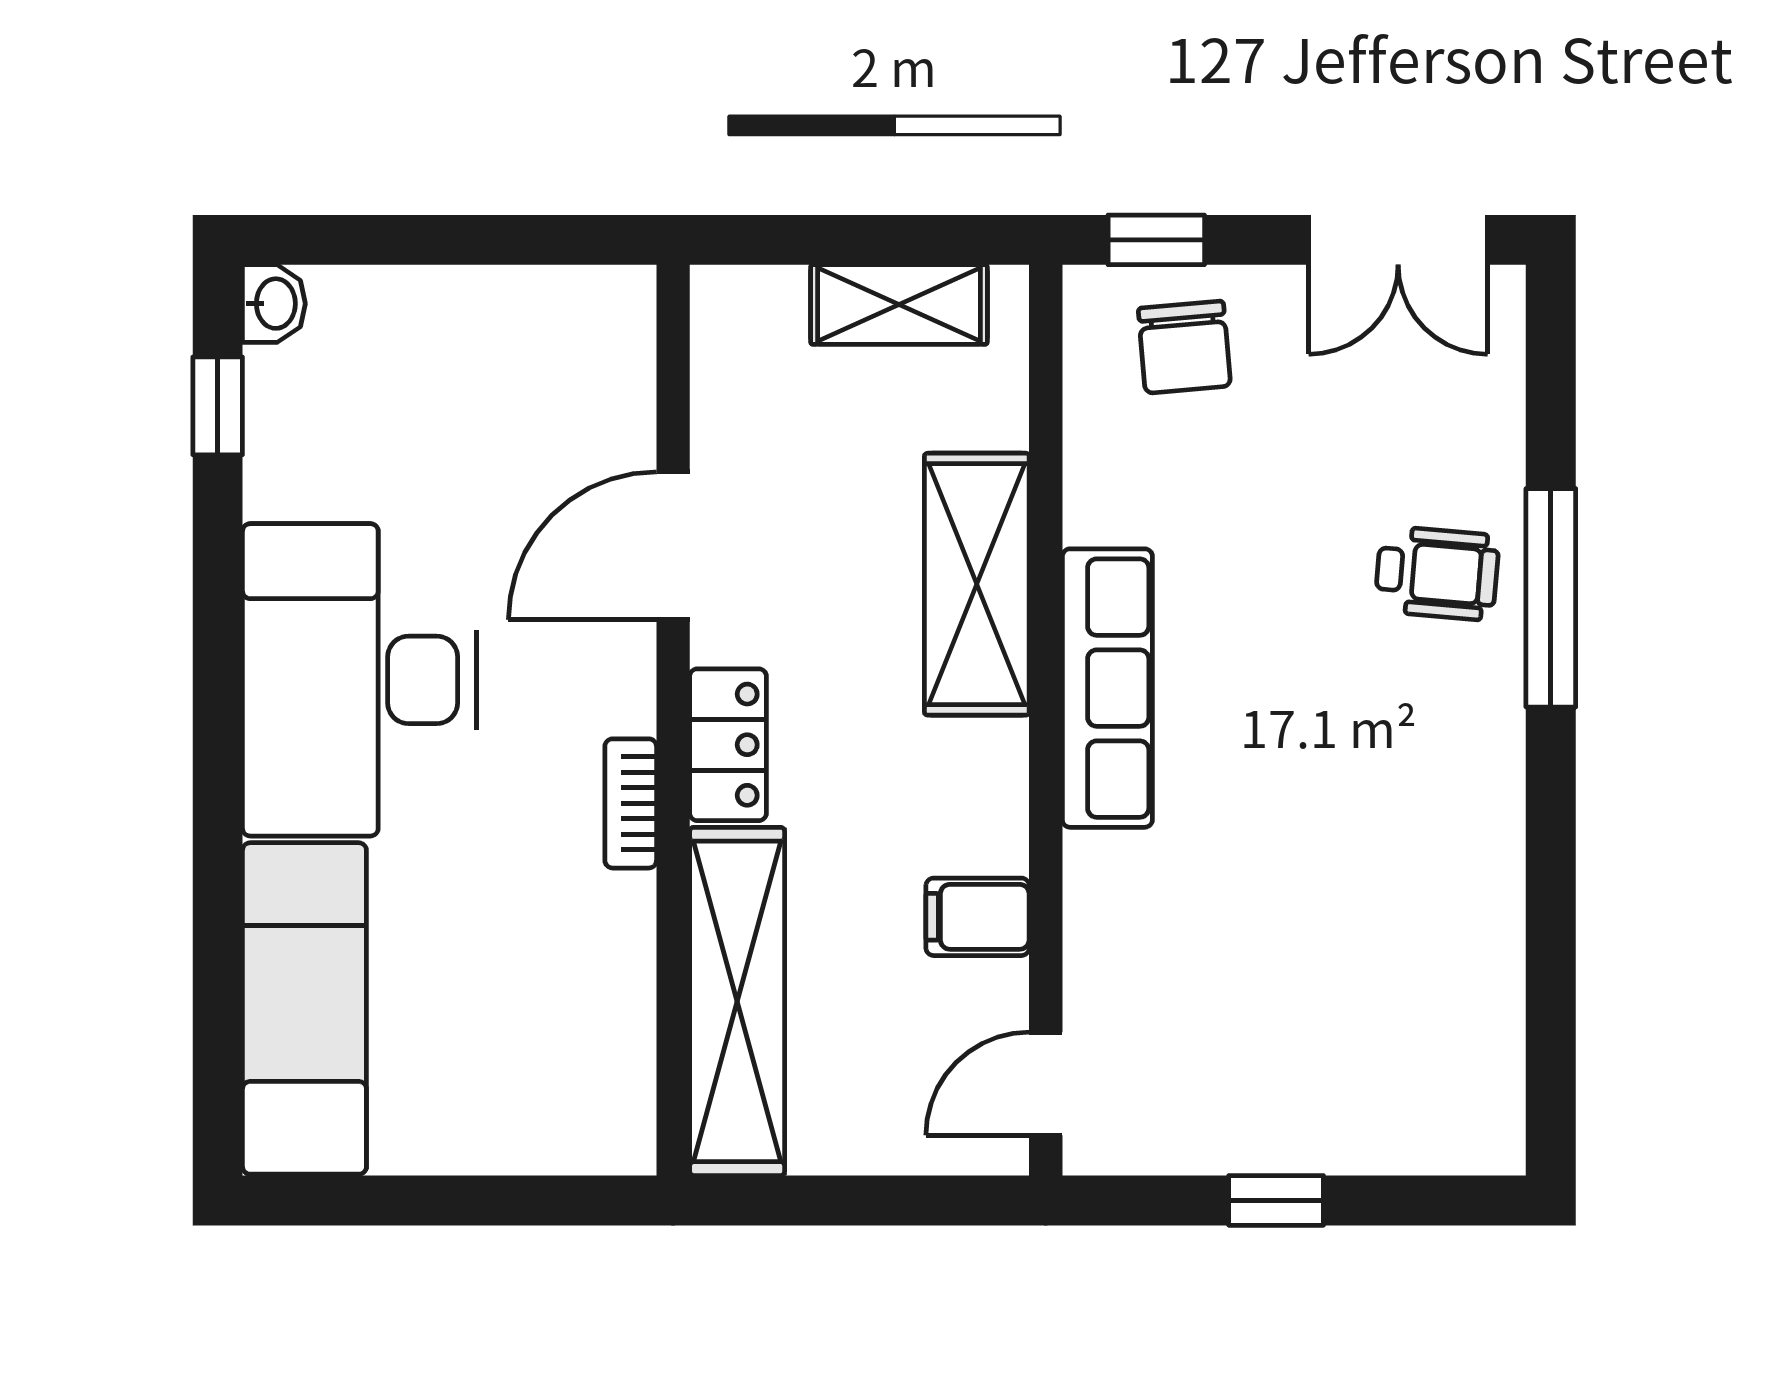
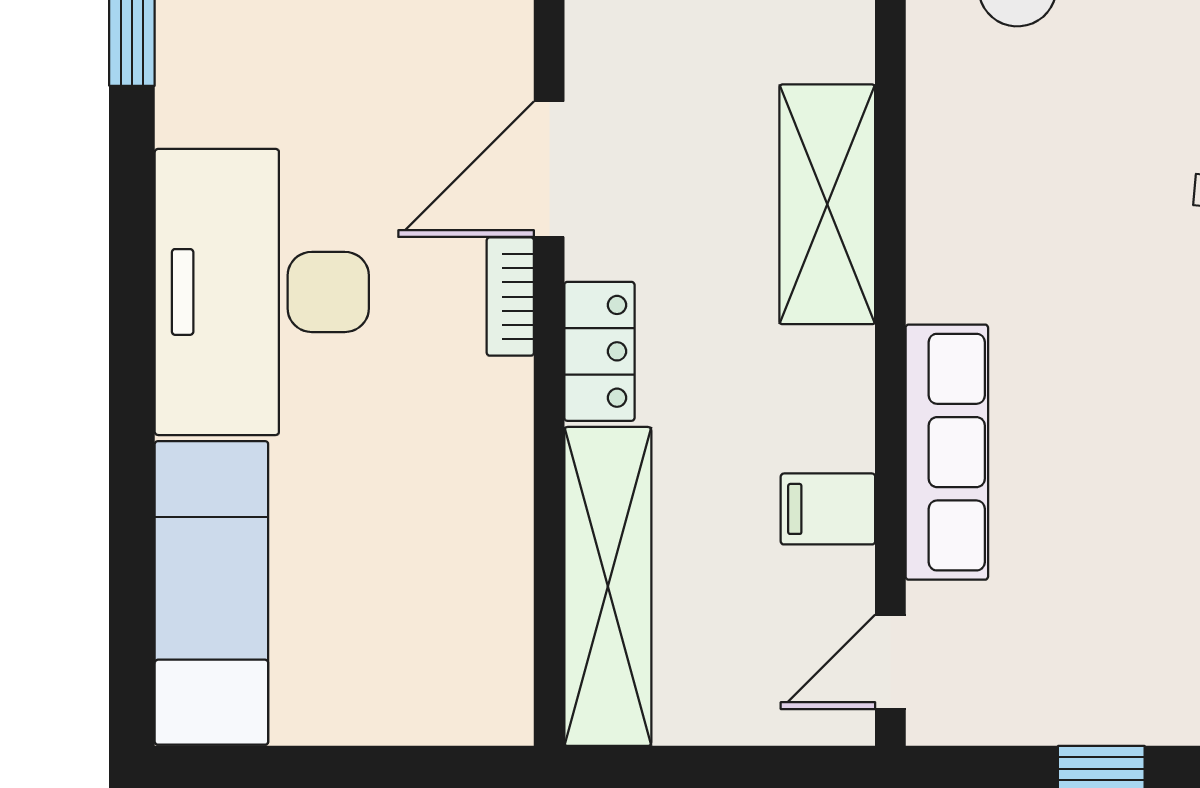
row of seats: (1107, 688) -> (947, 452), moved
bookcase: (631, 803) -> (510, 297), moved

